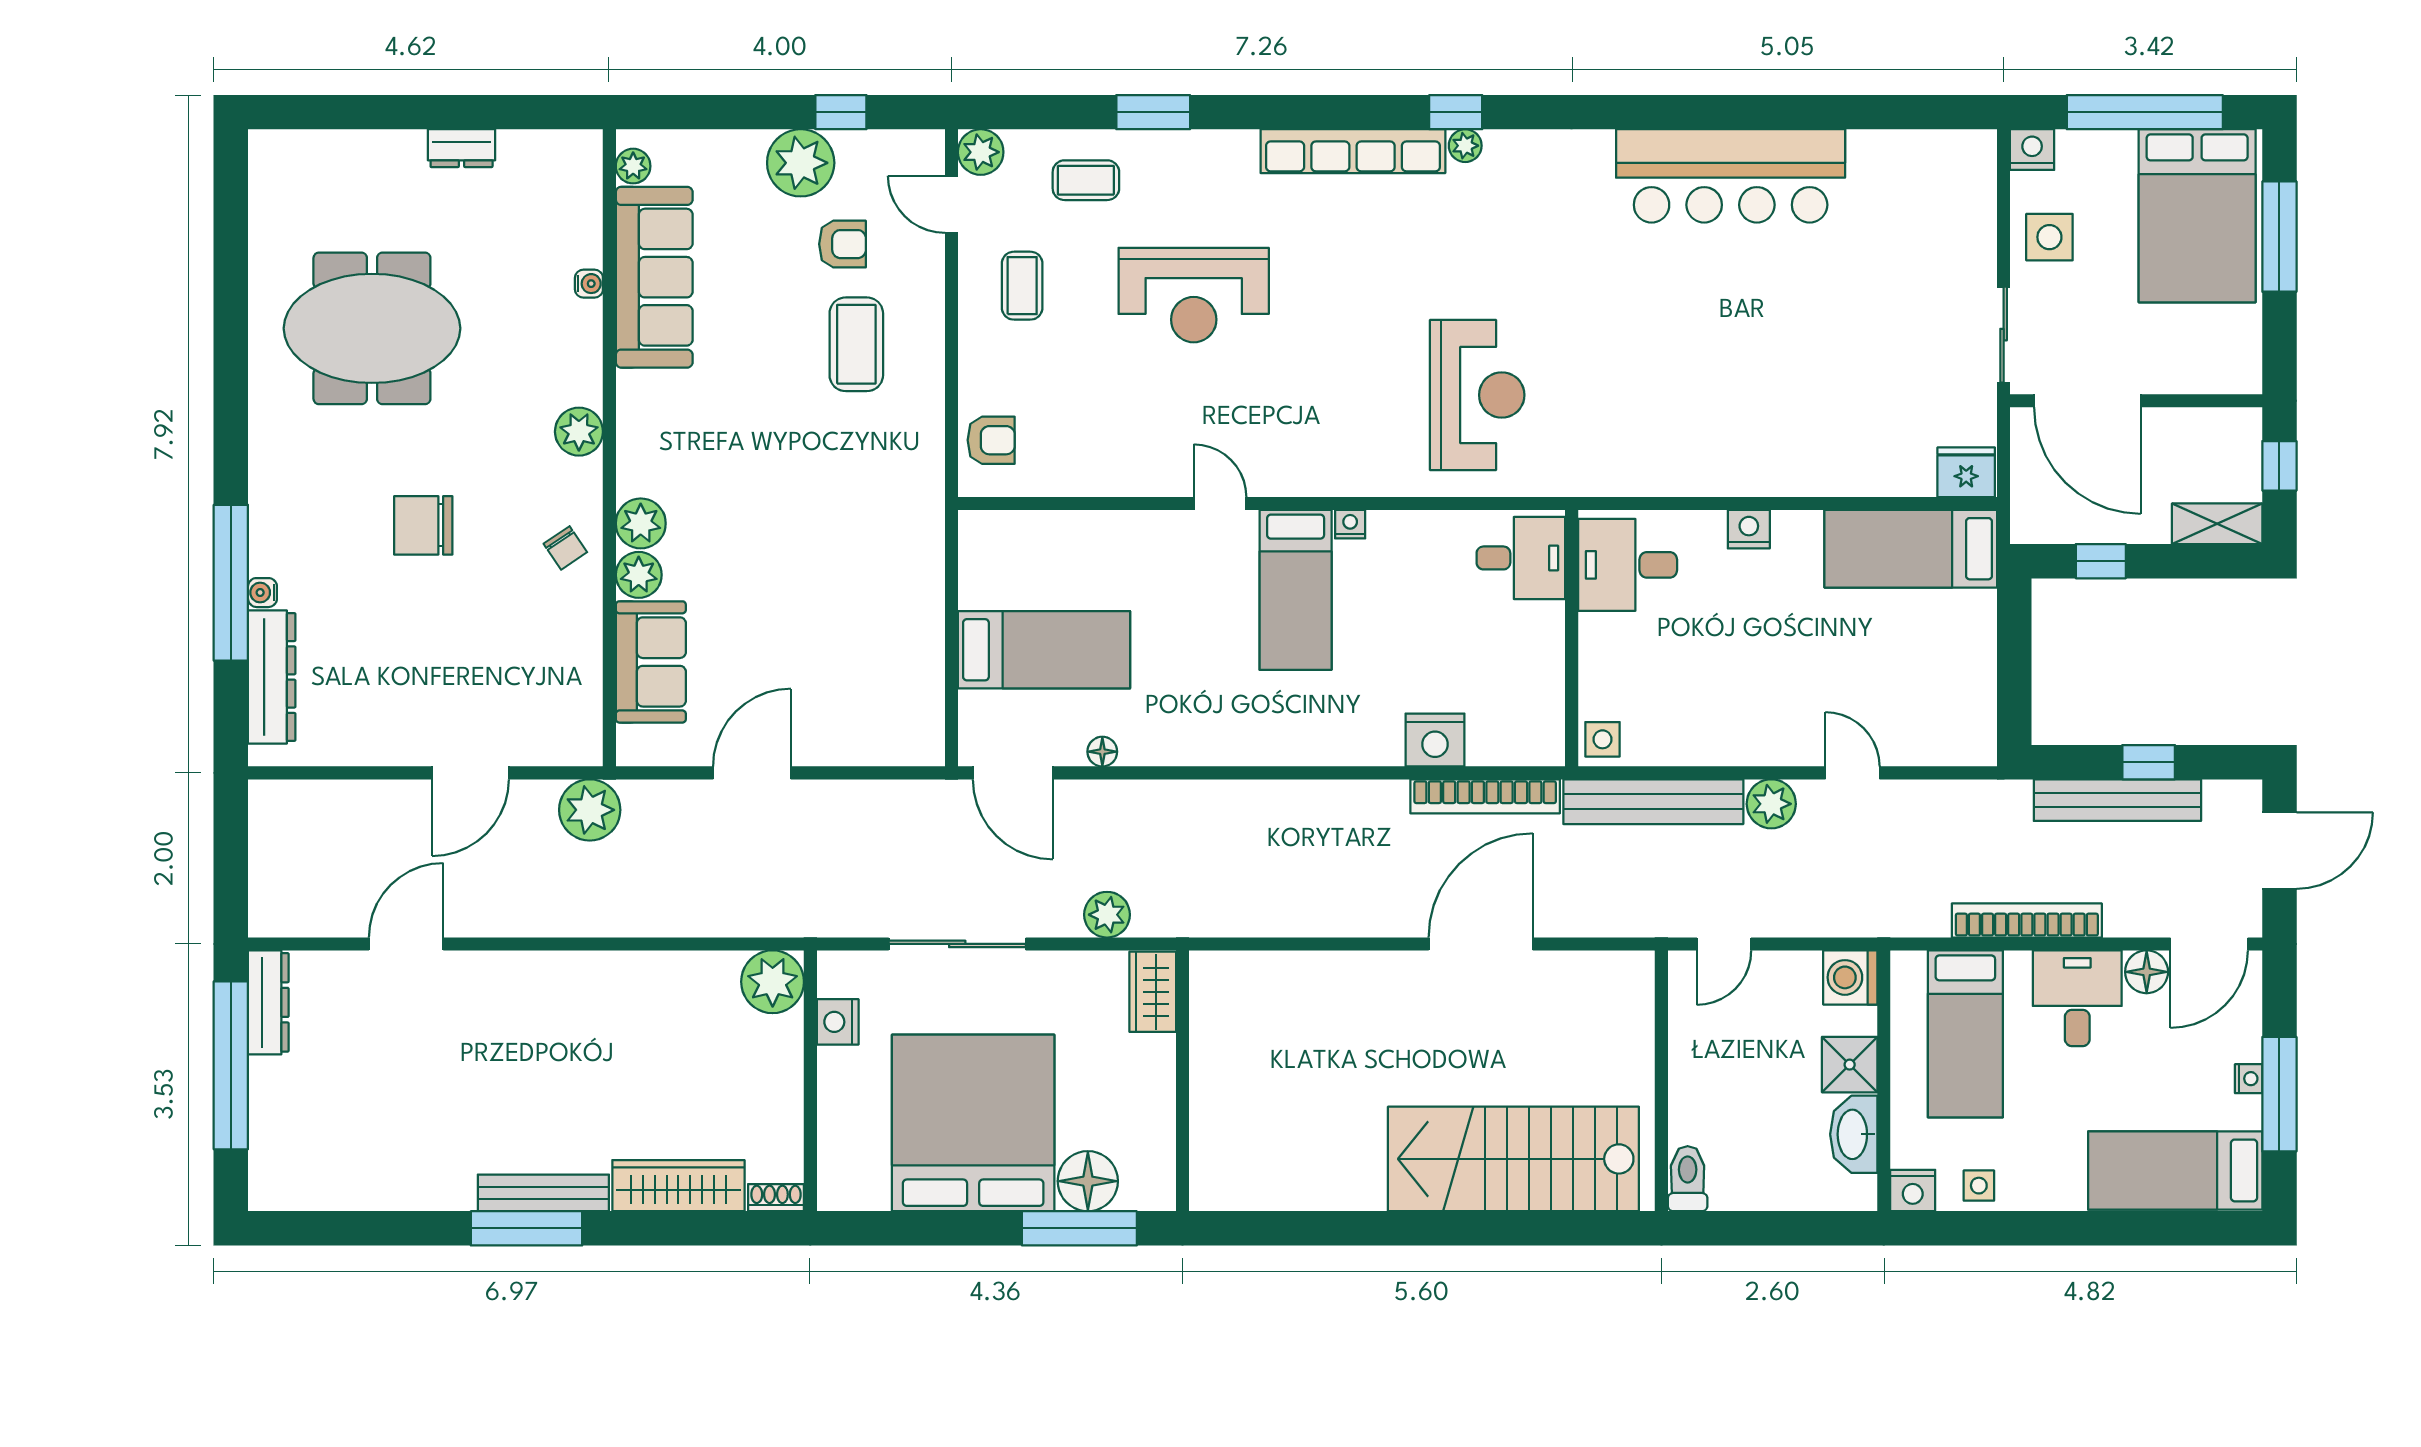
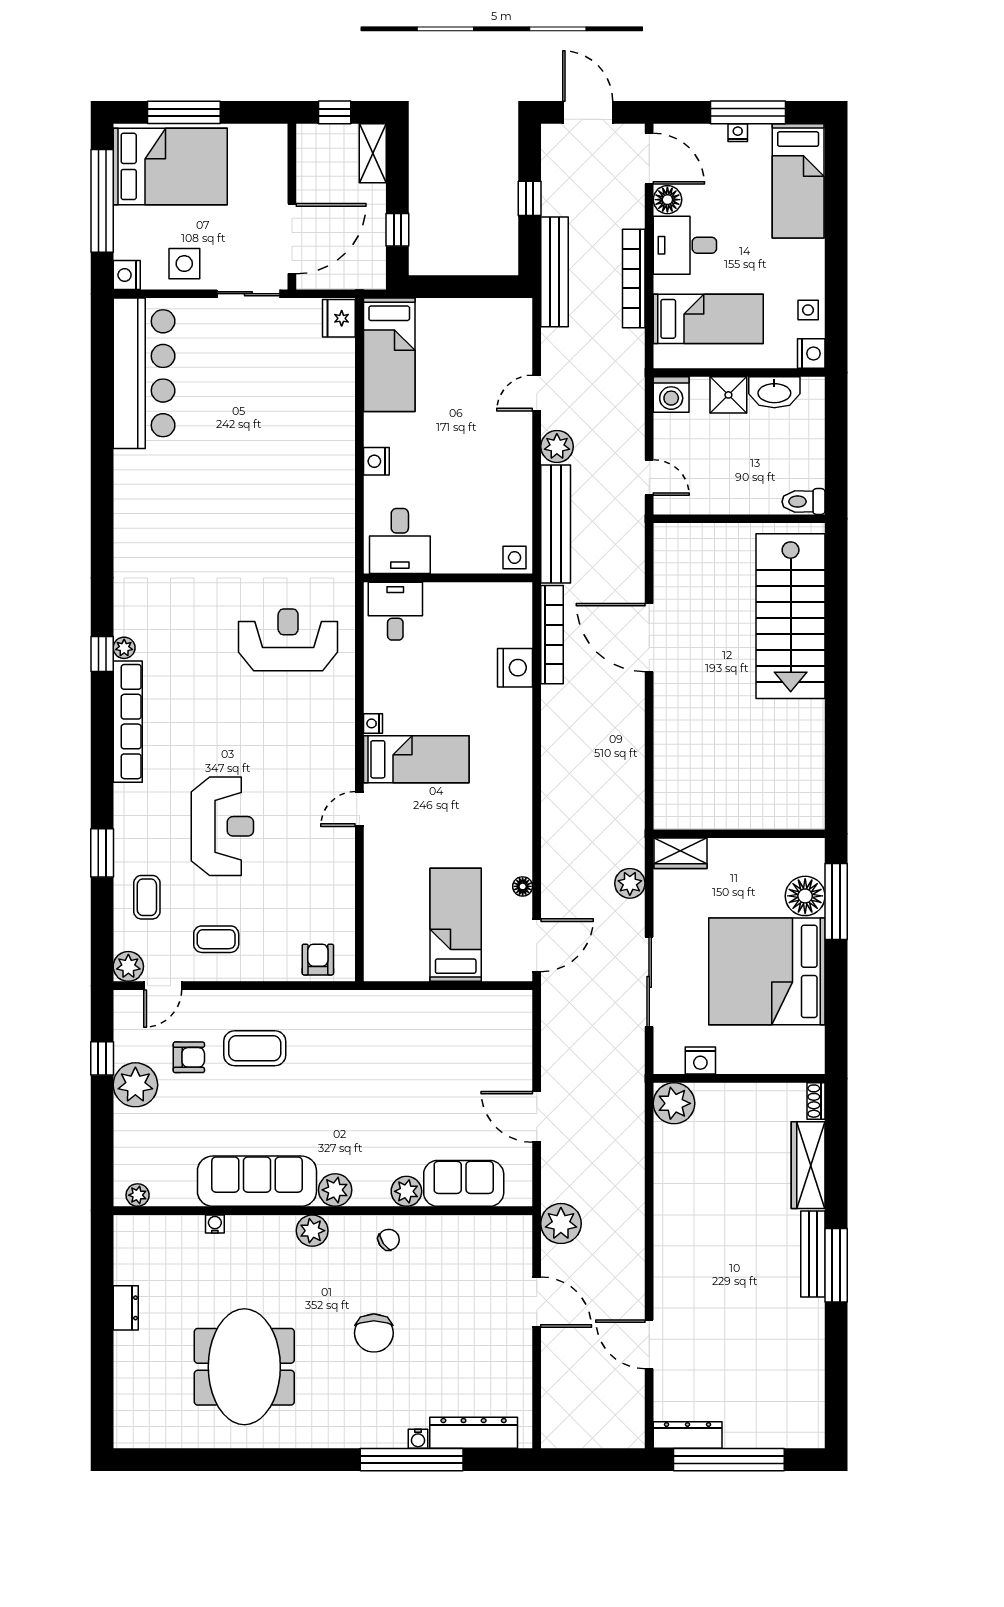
bar counter: (1731, 176) -> (144, 373), moved
armchair: (842, 244) -> (189, 1057), turned 90
sofa: (654, 277) -> (257, 1181), moved
plant: (641, 523) -> (335, 1190), moved
bench: (2117, 800) -> (555, 272), moved

